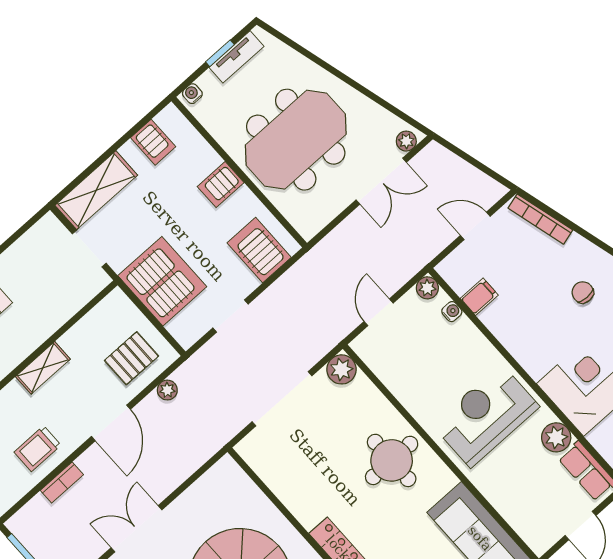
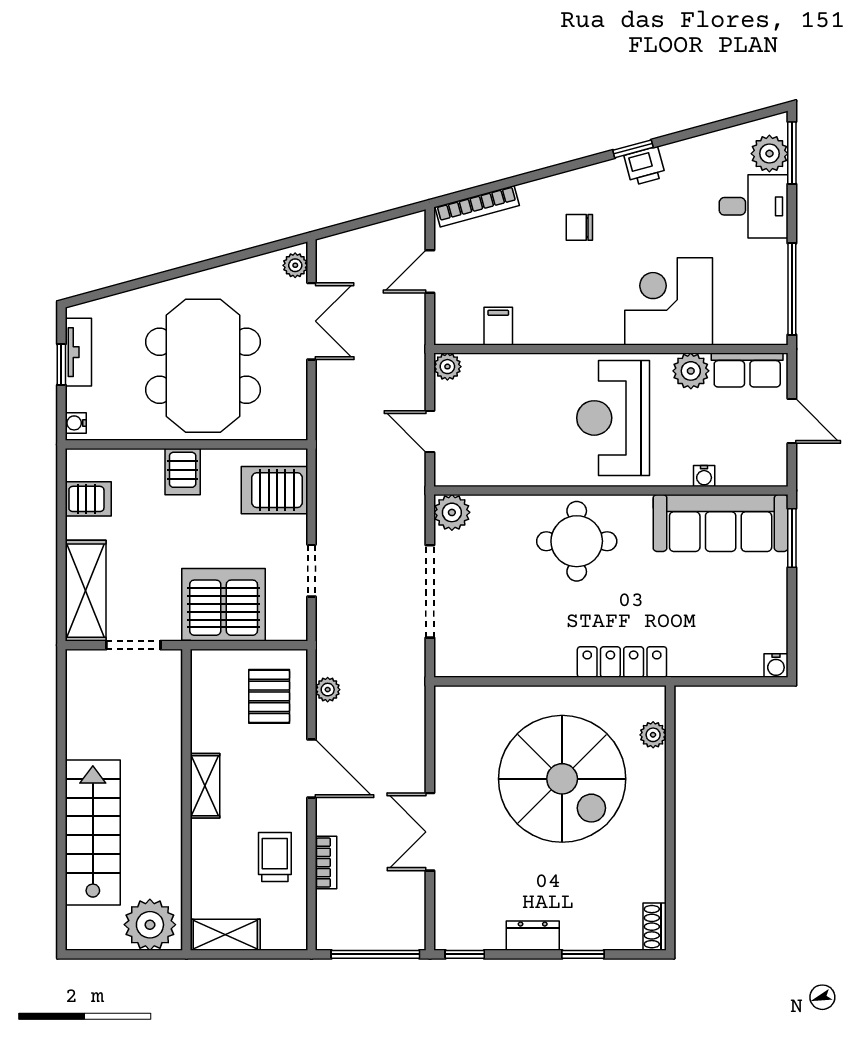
water cooler: (452, 312) -> (704, 476), moved, turned 180
trolley: (38, 449) -> (275, 857), turned 180

